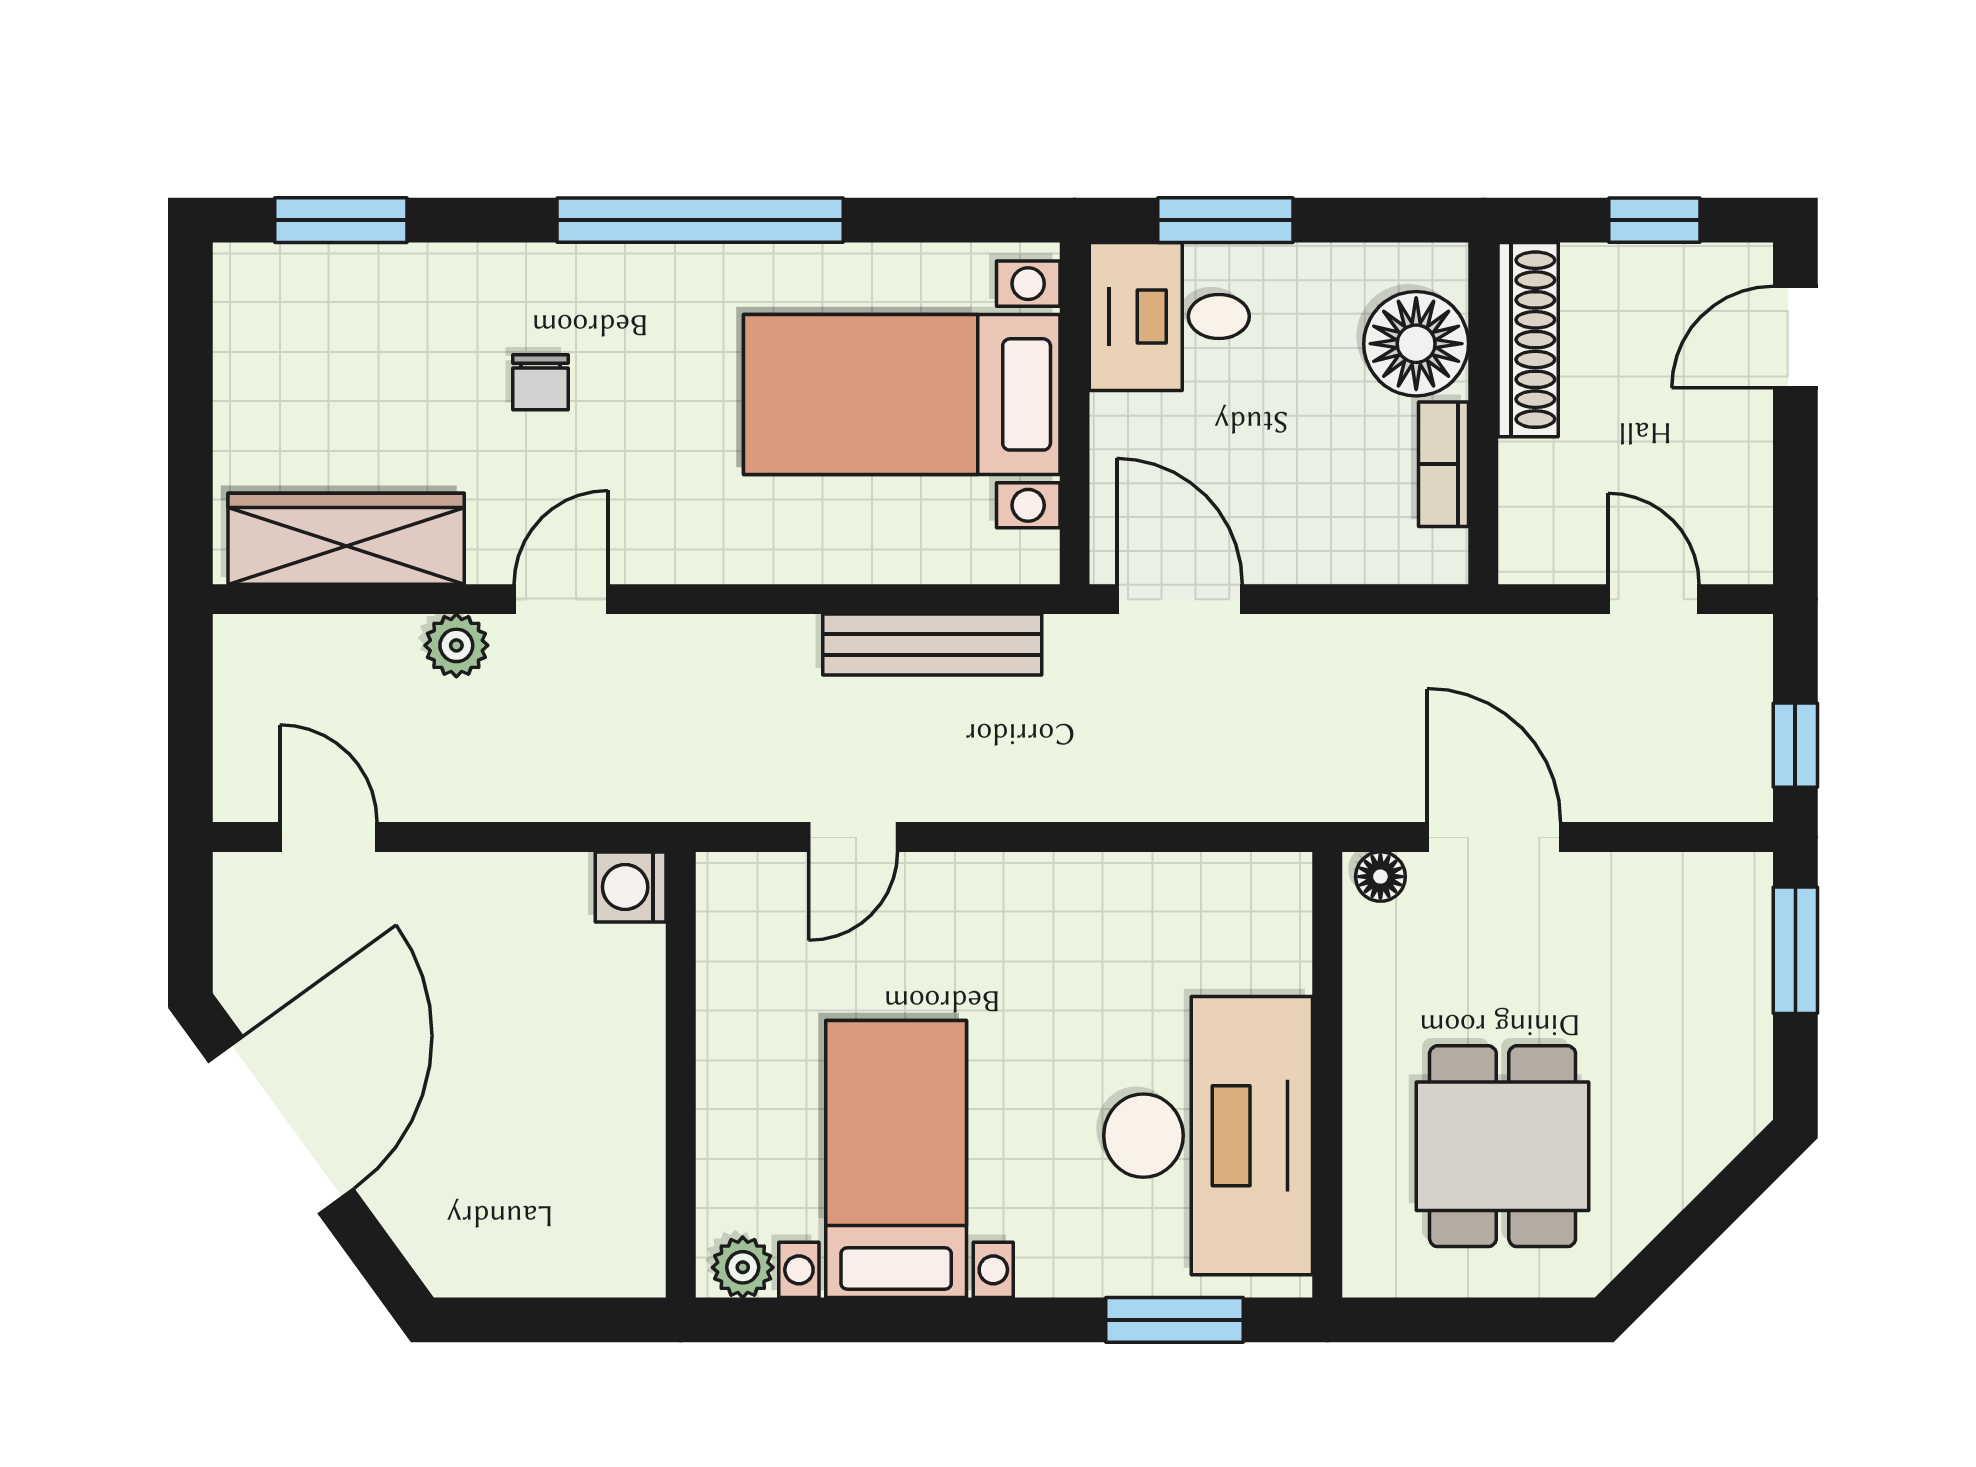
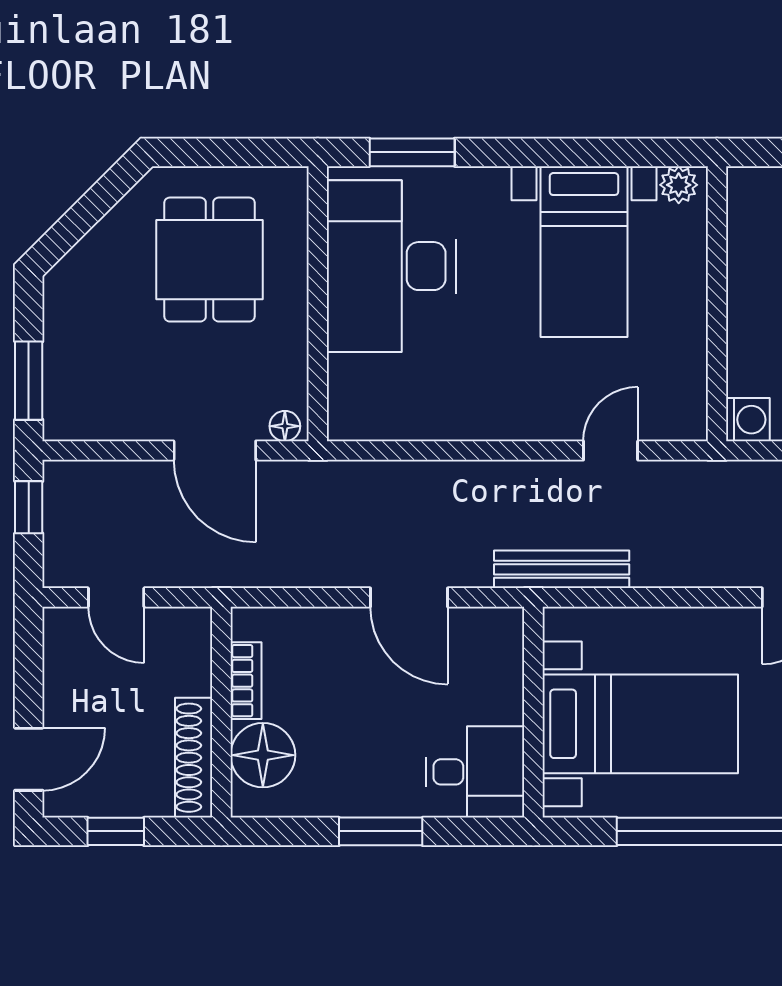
desk: (1169, 317) -> (475, 772), moved
bed with nightstands: (902, 394) -> (640, 724), moved
wall: (1075, 413) -> (533, 712), moved

